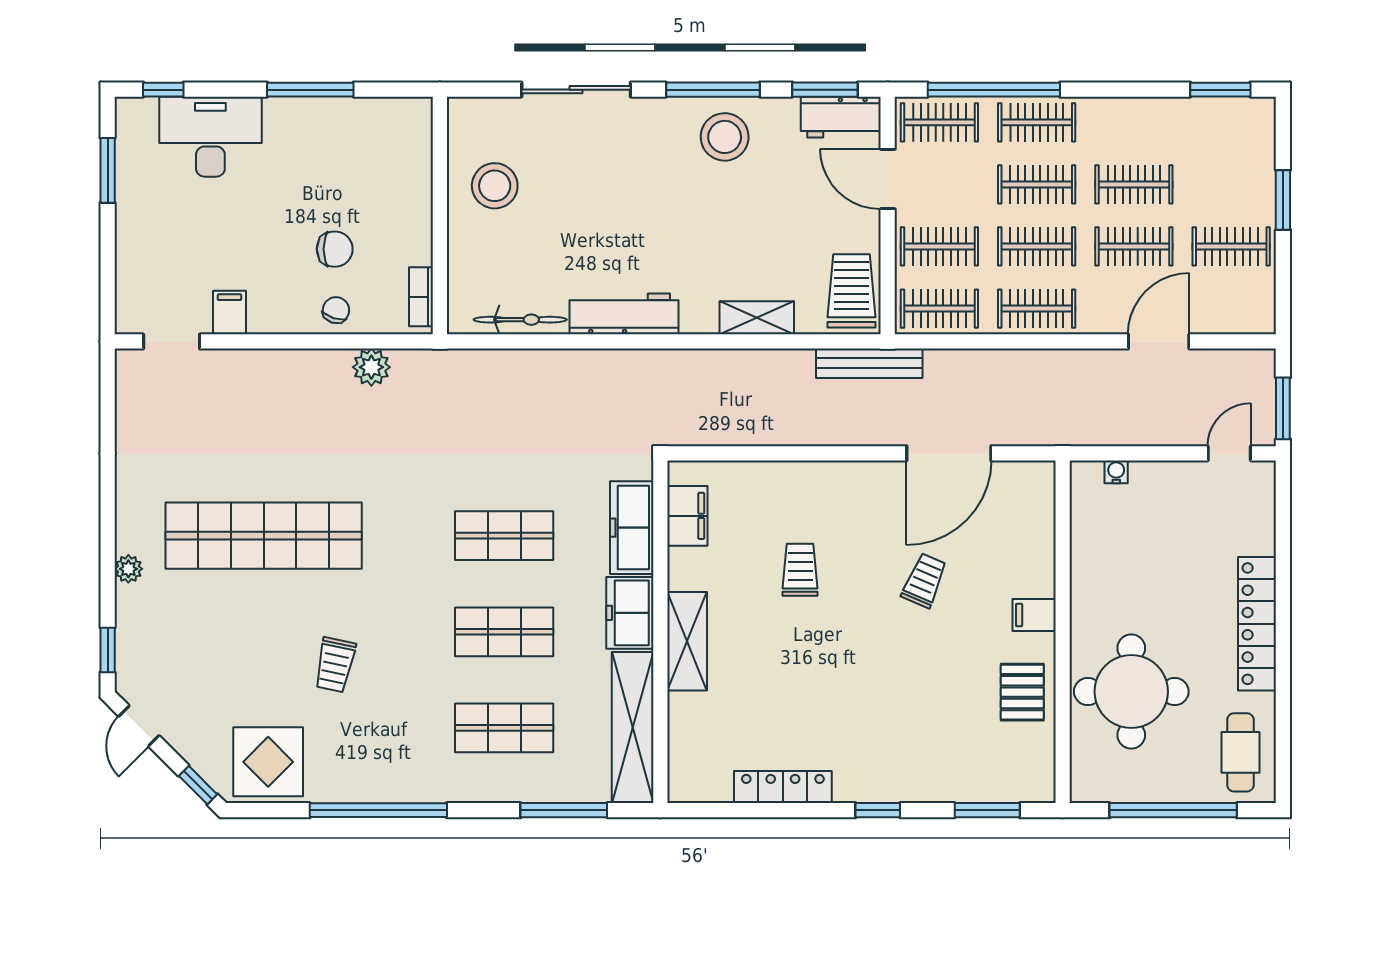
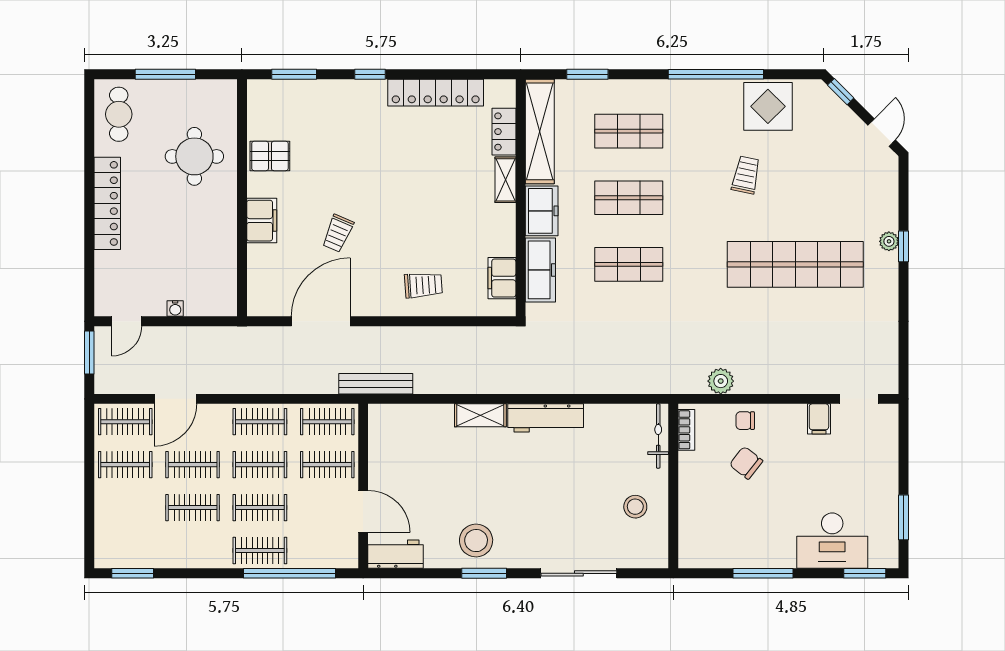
window: (163, 90) -> (865, 573), width x1.50
window: (713, 90) -> (484, 573), width x0.69
window: (825, 90) -> (407, 573), removed
clothes rail: (939, 122) -> (125, 422), moved
stool: (495, 186) -> (635, 507), width x0.73, depth x0.73
window: (1283, 200) -> (89, 497), removed
chair: (335, 249) -> (746, 463), turned 38
trolley: (852, 291) -> (388, 434), removed
chair: (336, 310) -> (745, 421), turned 72
shelving: (757, 318) -> (480, 415), moved
bicycle: (520, 320) -> (658, 436), moved, turned 90
water cooler: (1116, 472) -> (175, 309), moved
trolley: (800, 570) -> (423, 285), moved, turned -94
filing cabinet: (1034, 615) -> (262, 221), width x2.00
shelving: (687, 641) -> (505, 180), width x0.67, depth x0.75
window: (108, 650) -> (903, 246), moved
pallet: (1022, 692) -> (270, 156), turned 90
round table: (1131, 692) -> (194, 156), width x0.73, depth x0.73
locker: (684, 727) -> (504, 132), added
display table: (268, 762) -> (768, 106), moved
locker: (783, 787) -> (436, 93), width x1.41, depth x1.21
window: (564, 810) -> (587, 74), width x0.69
window: (1173, 810) -> (165, 74), width x0.68

